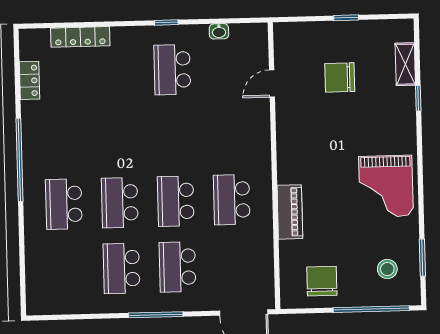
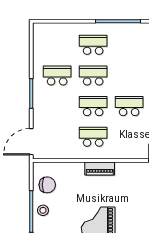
piano: (290, 212) -> (100, 168), moved
school desk: (177, 267) -> (129, 106), moved
stool: (387, 269) -> (43, 210), moved

